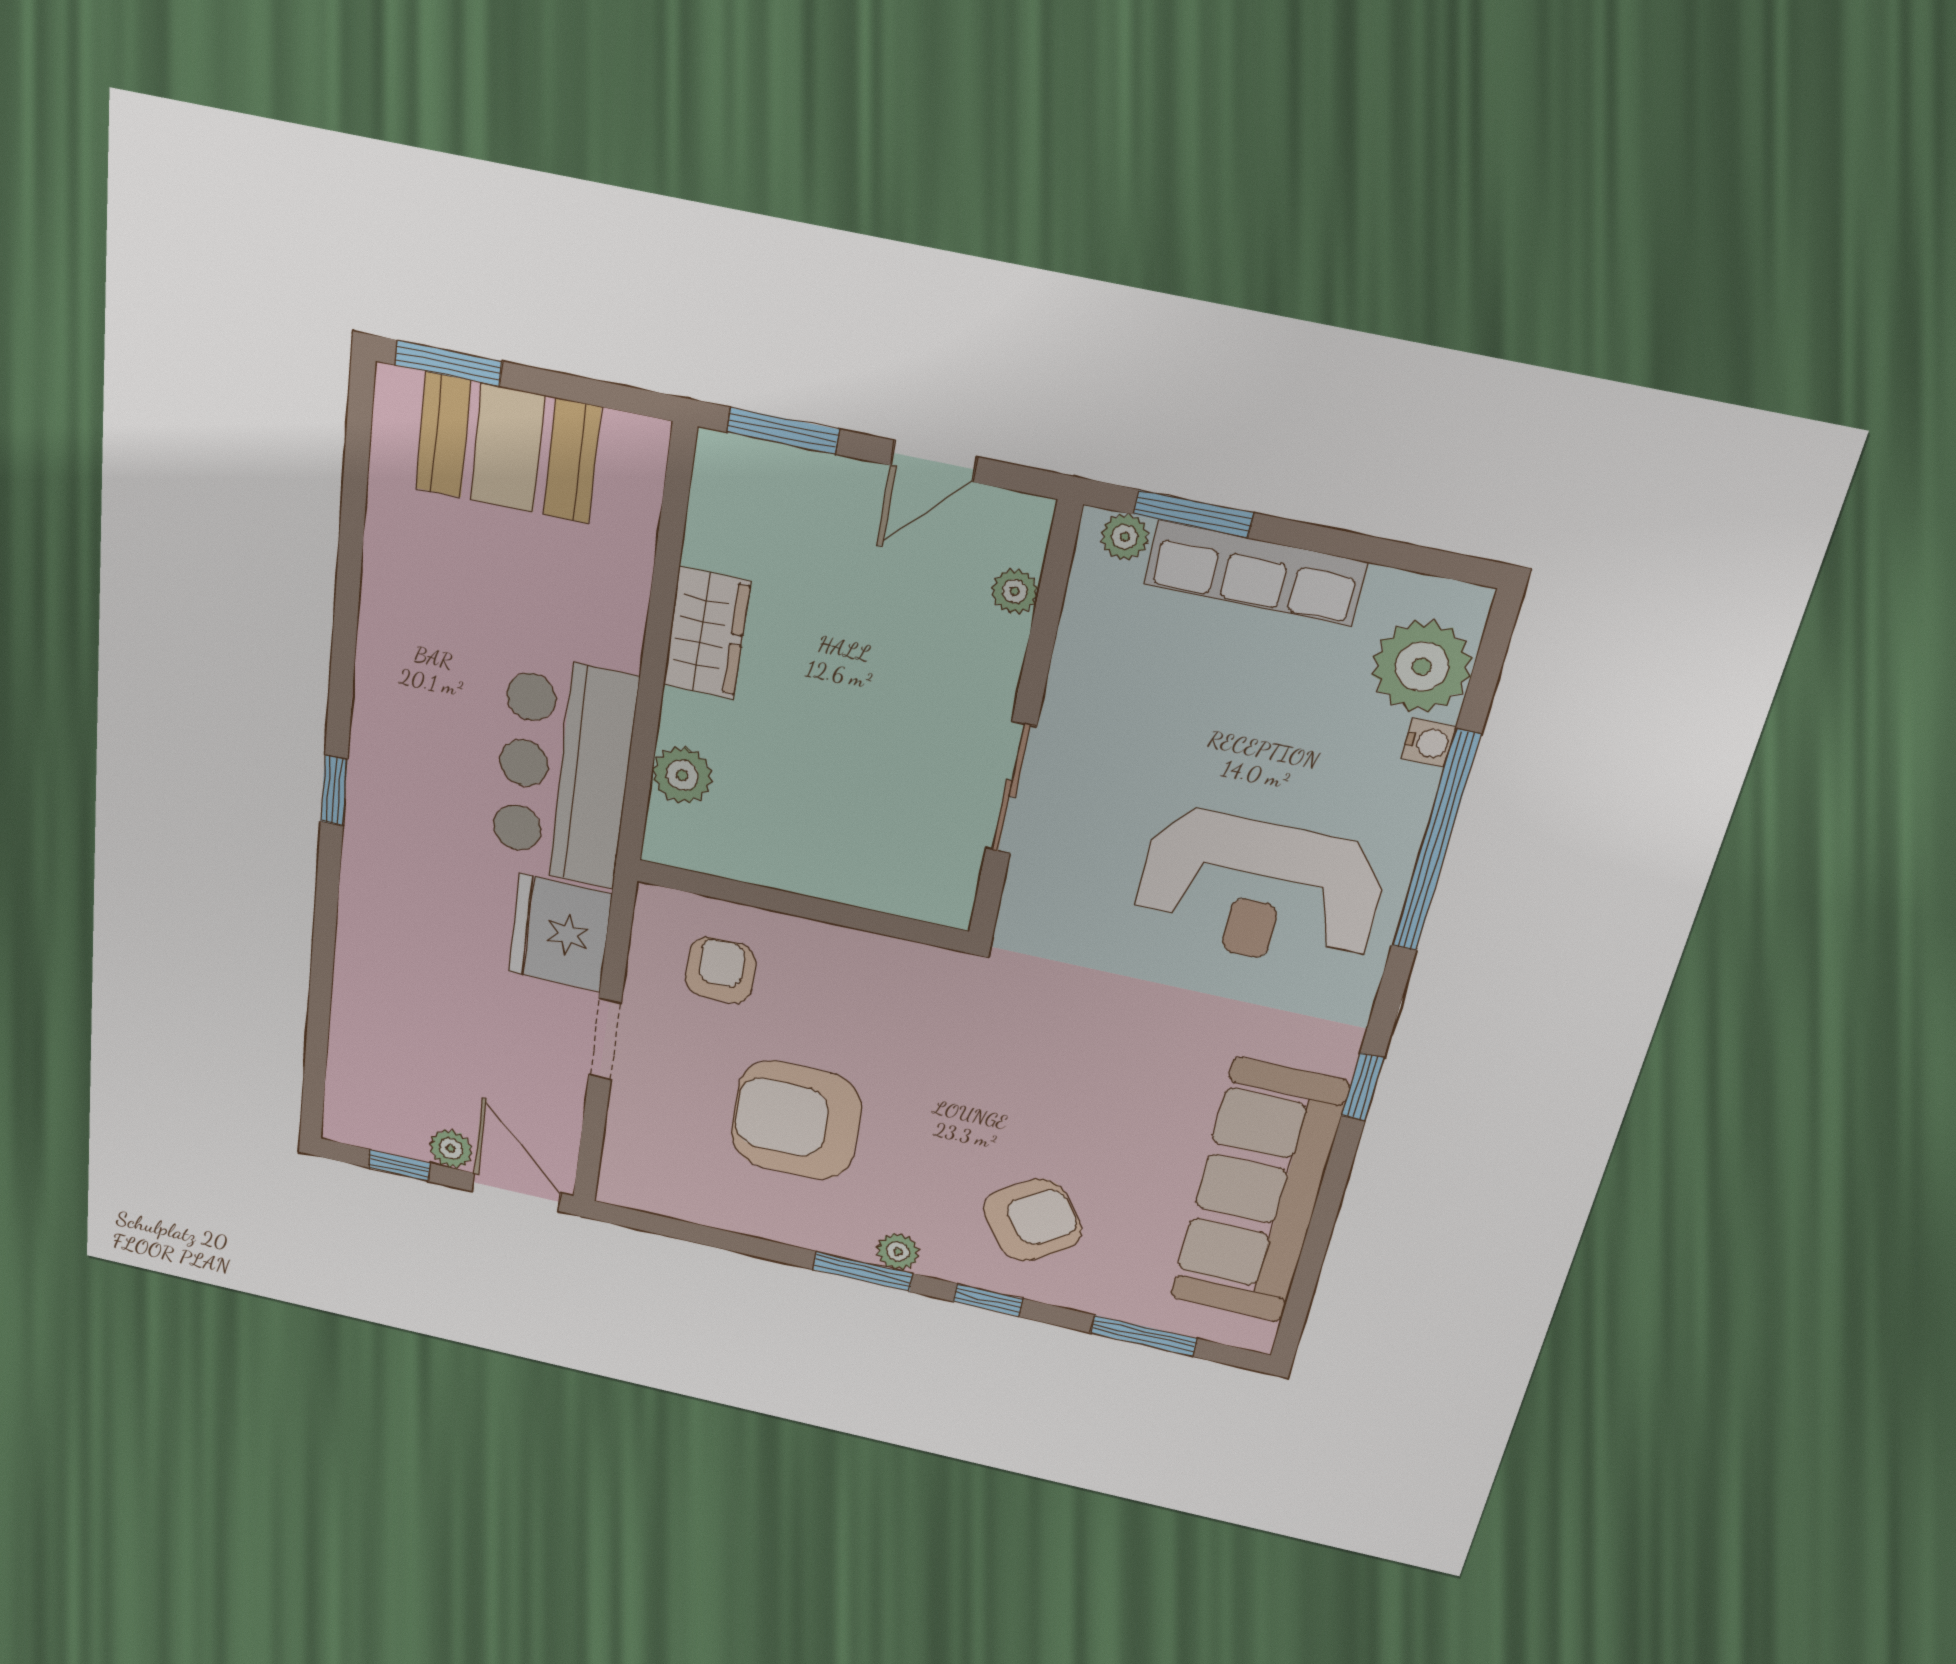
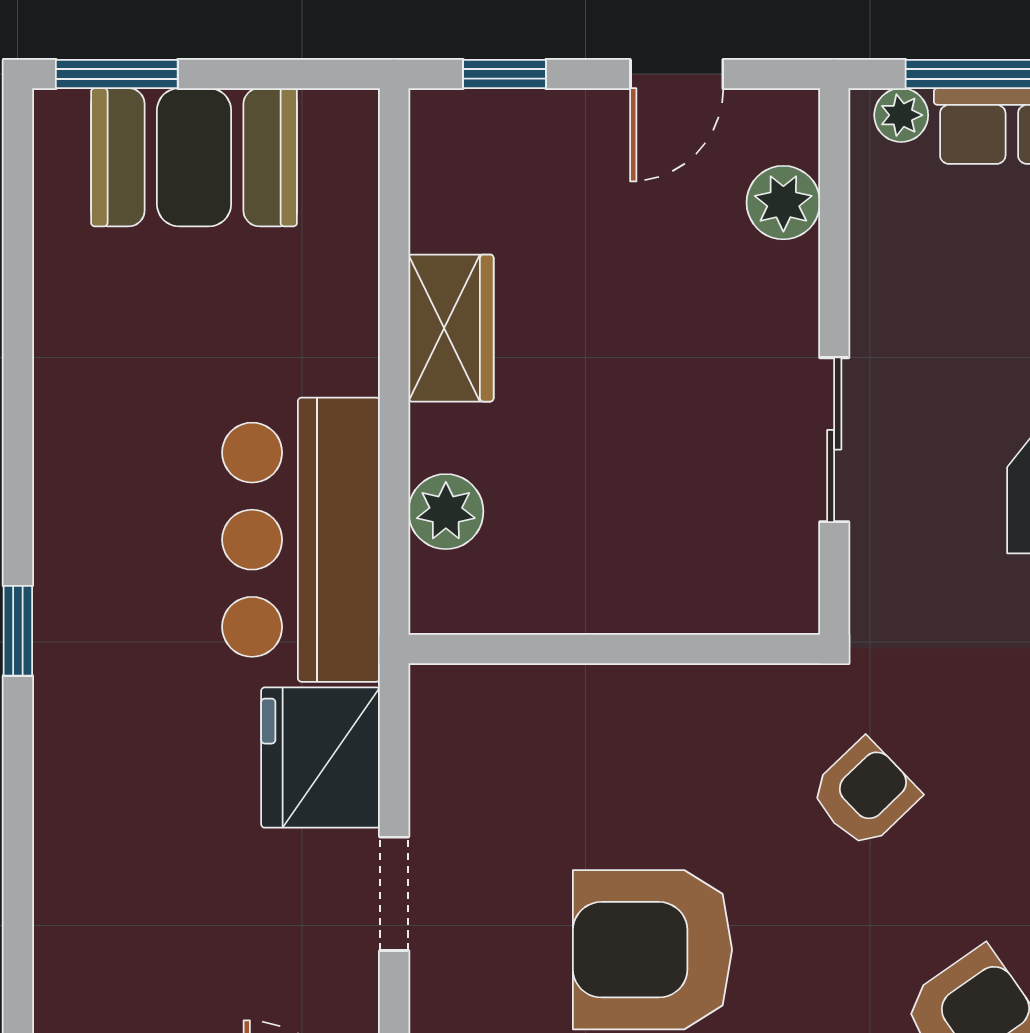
window: (783, 431) -> (505, 74), width x0.67
plant: (1015, 591) -> (783, 203), width x1.38, depth x1.38
armchair: (721, 970) -> (864, 794), moved, turned 46

